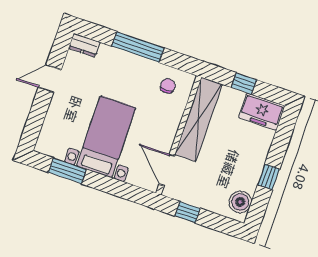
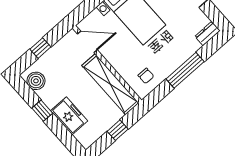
freezer: (262, 112) -> (69, 116), moved, turned 90
window: (188, 212) -> (40, 48), moved

